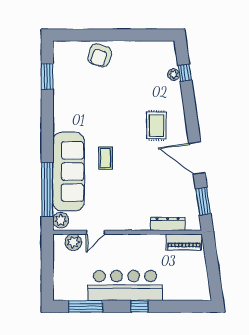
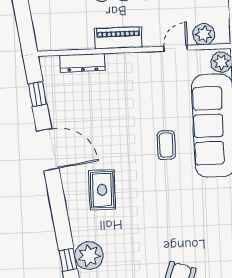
plant: (174, 74) -> (89, 256), width x1.87, depth x1.87
window: (203, 201) -> (38, 94), width x0.67
piano: (184, 242) -> (118, 38), moved

